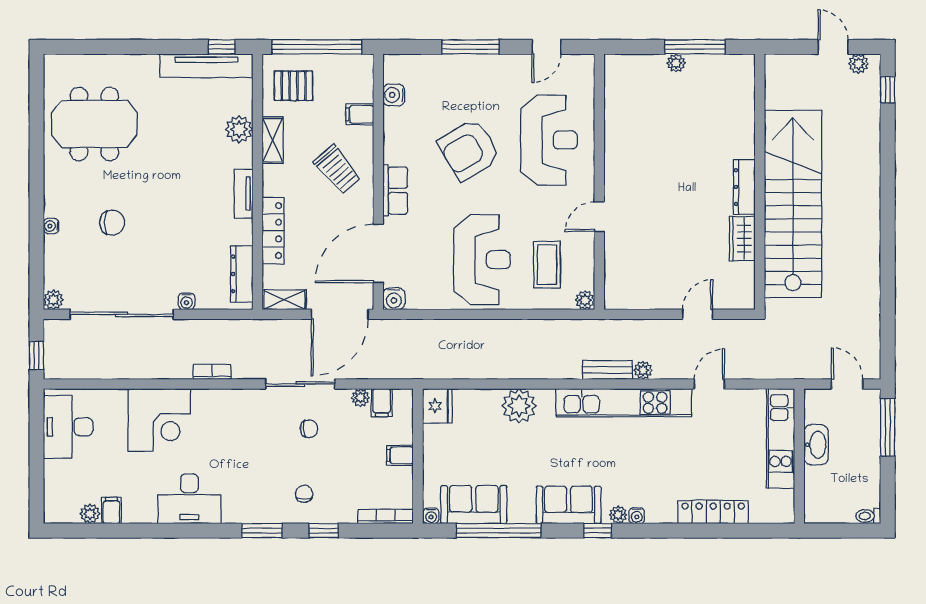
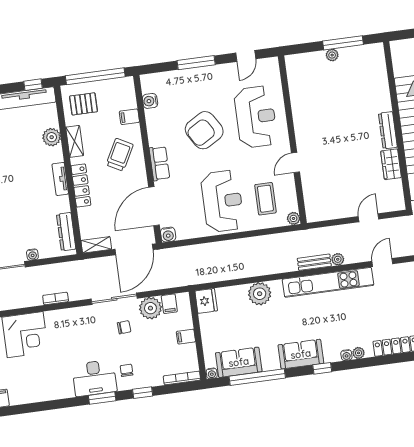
trolley: (337, 169) -> (120, 155), turned -112
locker: (273, 231) -> (81, 186), moved
plant: (360, 398) -> (150, 308), width x1.87, depth x1.87
desk: (189, 499) -> (94, 378), moved
plant: (618, 515) -> (359, 353), moved

